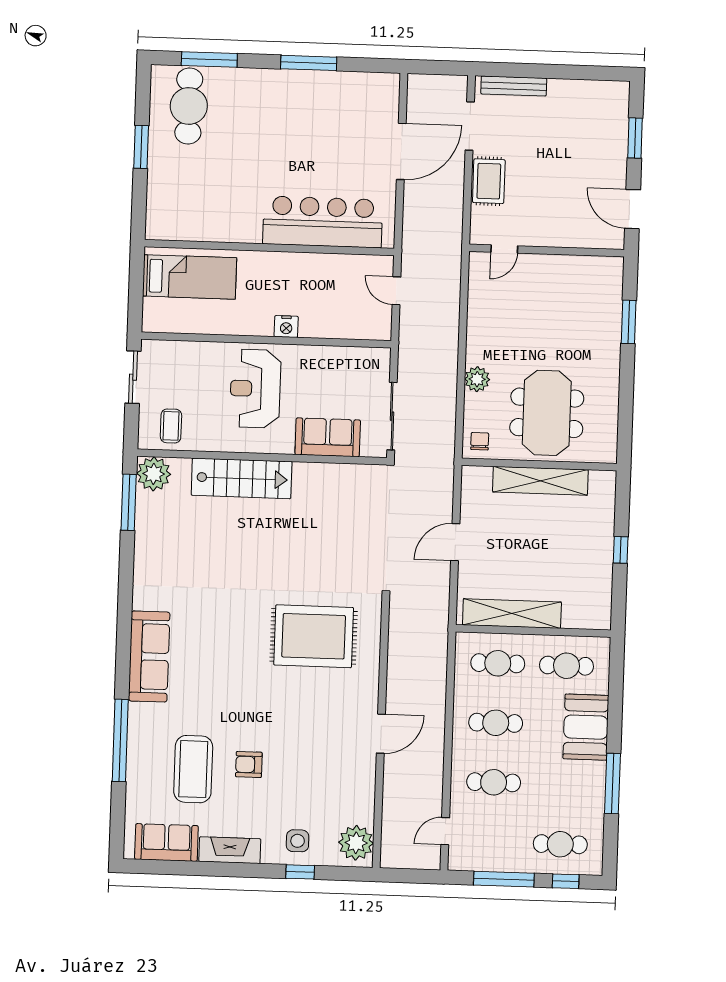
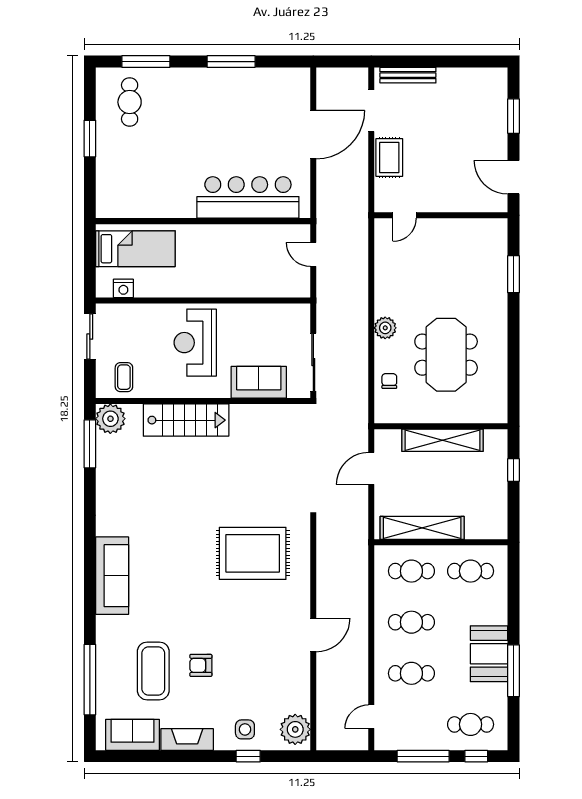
cafe table: (189, 106) -> (130, 102), width x0.73, depth x0.74
nightstand: (286, 327) -> (123, 288), moved
wall: (539, 464) -> (441, 426), moved
shelving: (540, 481) -> (443, 440), moved
booth: (586, 727) -> (489, 654), moved
window: (120, 740) -> (90, 680), moved

